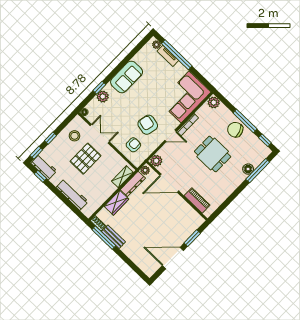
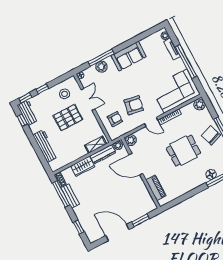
window: (177, 55) -> (186, 62), moved
window: (99, 88) -> (101, 58), width x2.17
armchair: (148, 125) -> (134, 105), turned 88
dining table: (213, 154) -> (184, 151), turned 90
window: (132, 265) -> (79, 227), added

